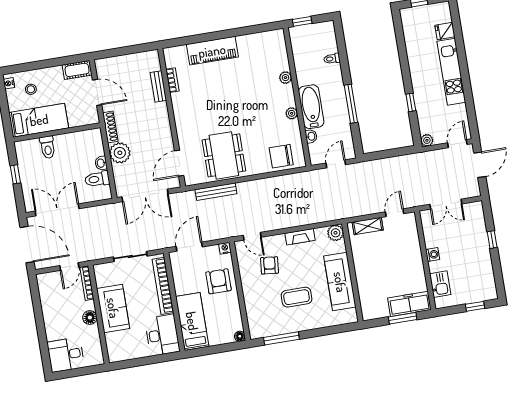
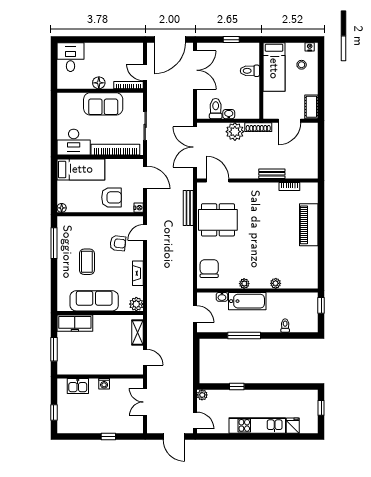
bench: (158, 86) -> (272, 174), moved
freezer: (409, 304) -> (75, 323), moved, turned 90

